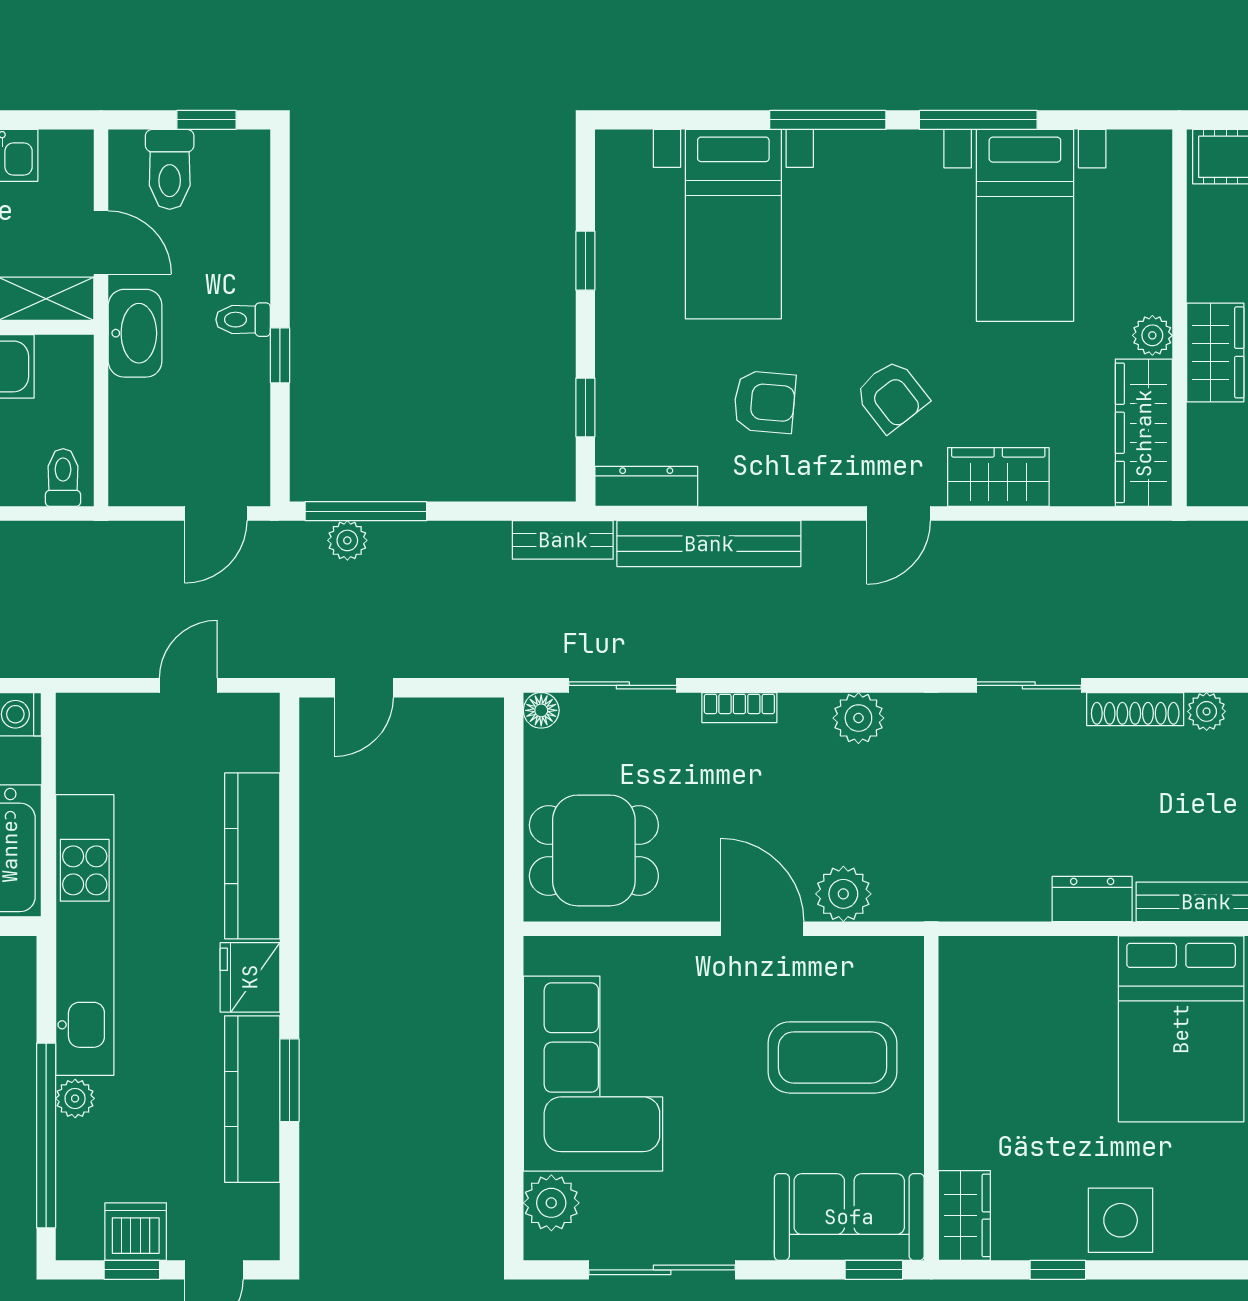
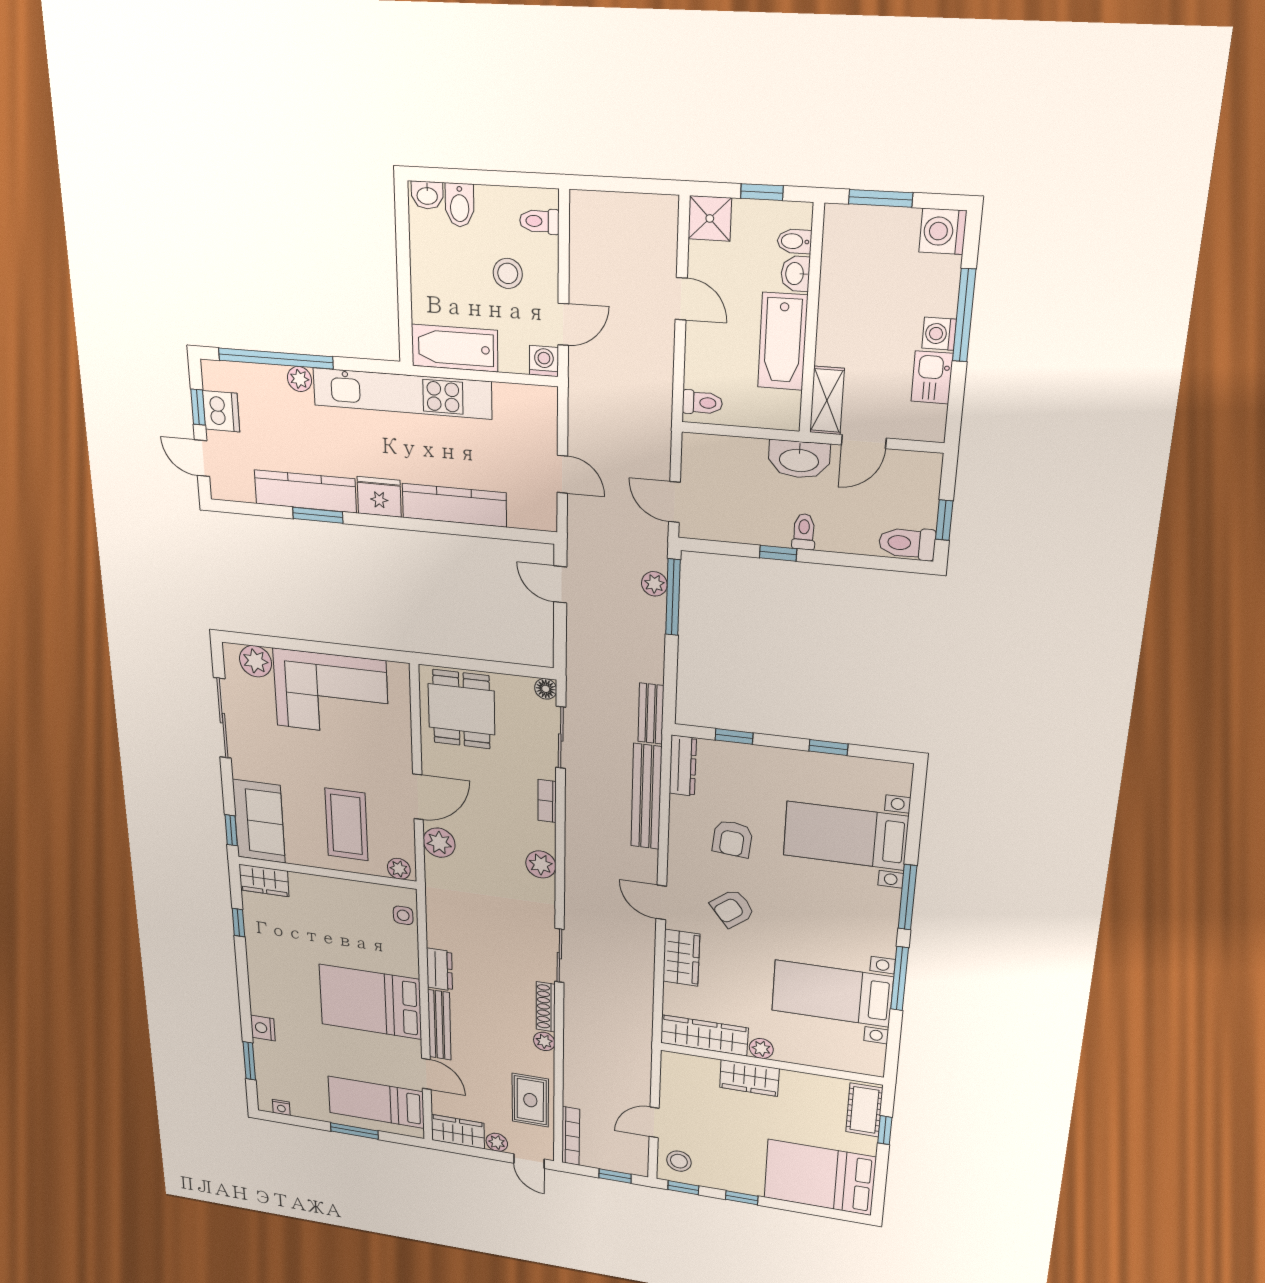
toilet: (170, 169) -> (907, 543), moved
plant: (904, 967) -> (399, 869), added
side table: (1121, 1220) -> (403, 915), moved, width x0.54, depth x0.54

